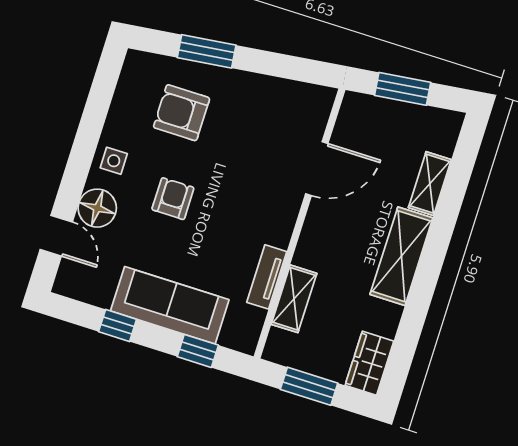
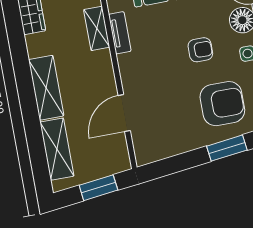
armchair: (182, 113) -> (222, 104), width x1.36, depth x1.36
shelving: (430, 184) -> (57, 149), width x1.50, depth x1.33
armchair: (173, 199) -> (200, 50), turned -90

